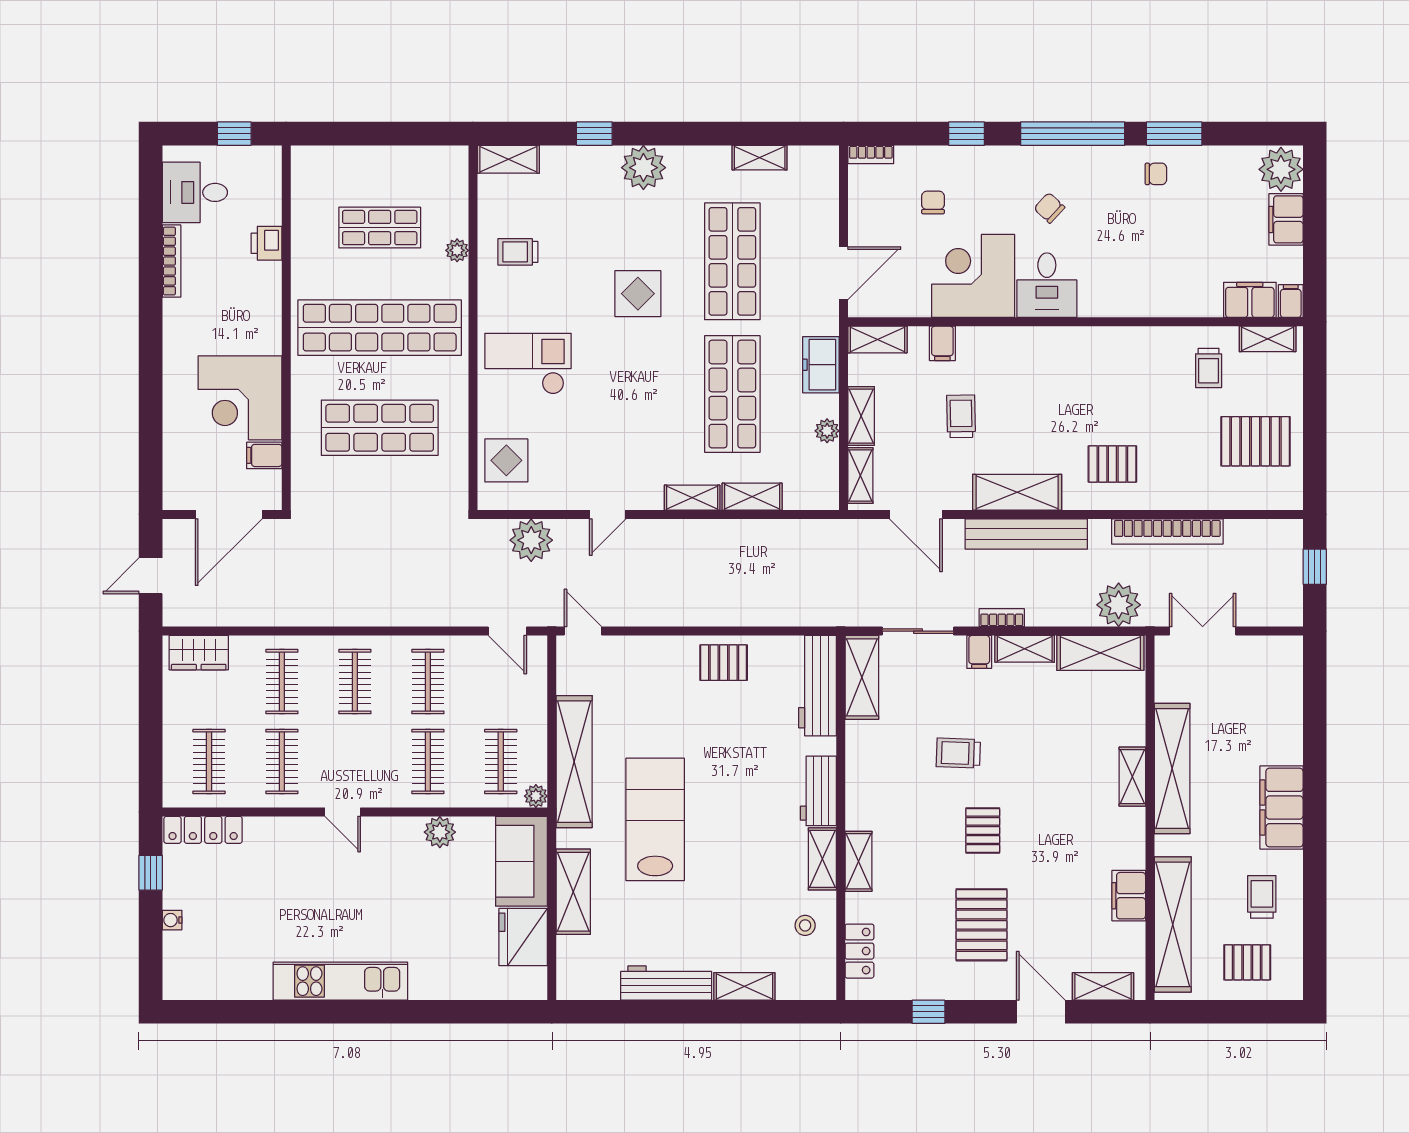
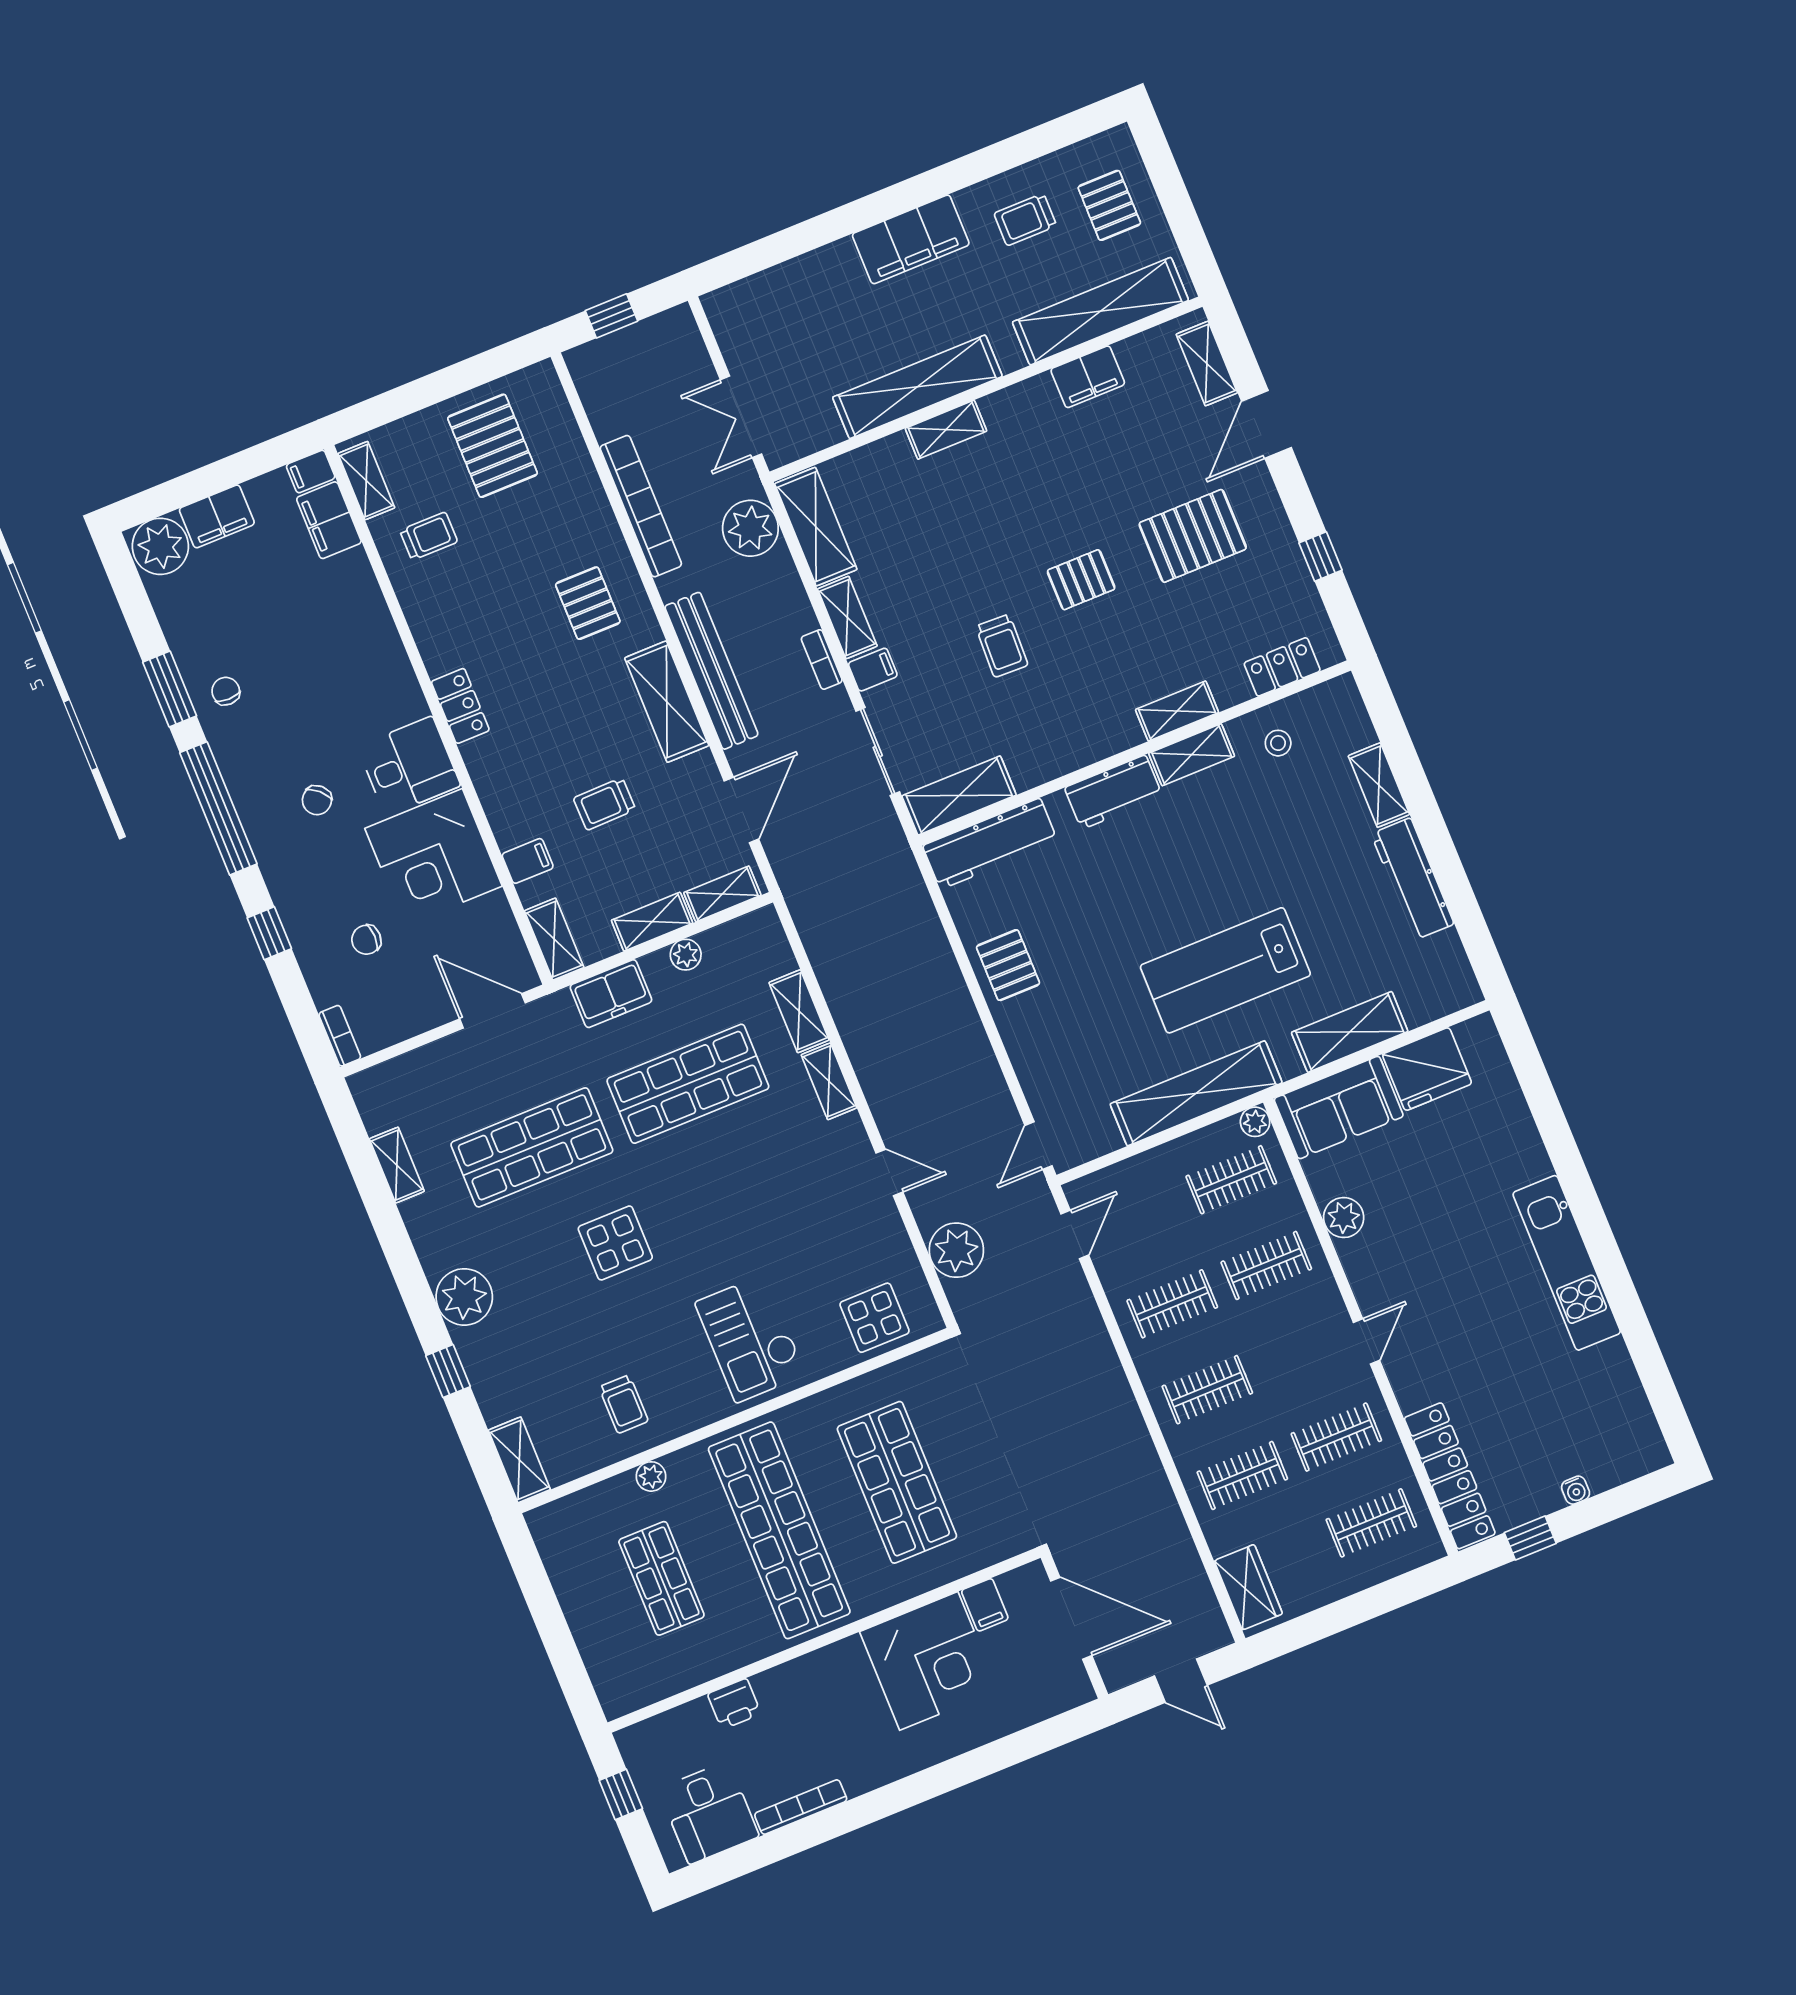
locker: (1075, 340) -> (460, 706), added
locker: (203, 830) -> (1450, 1476), width x1.41, depth x1.21

